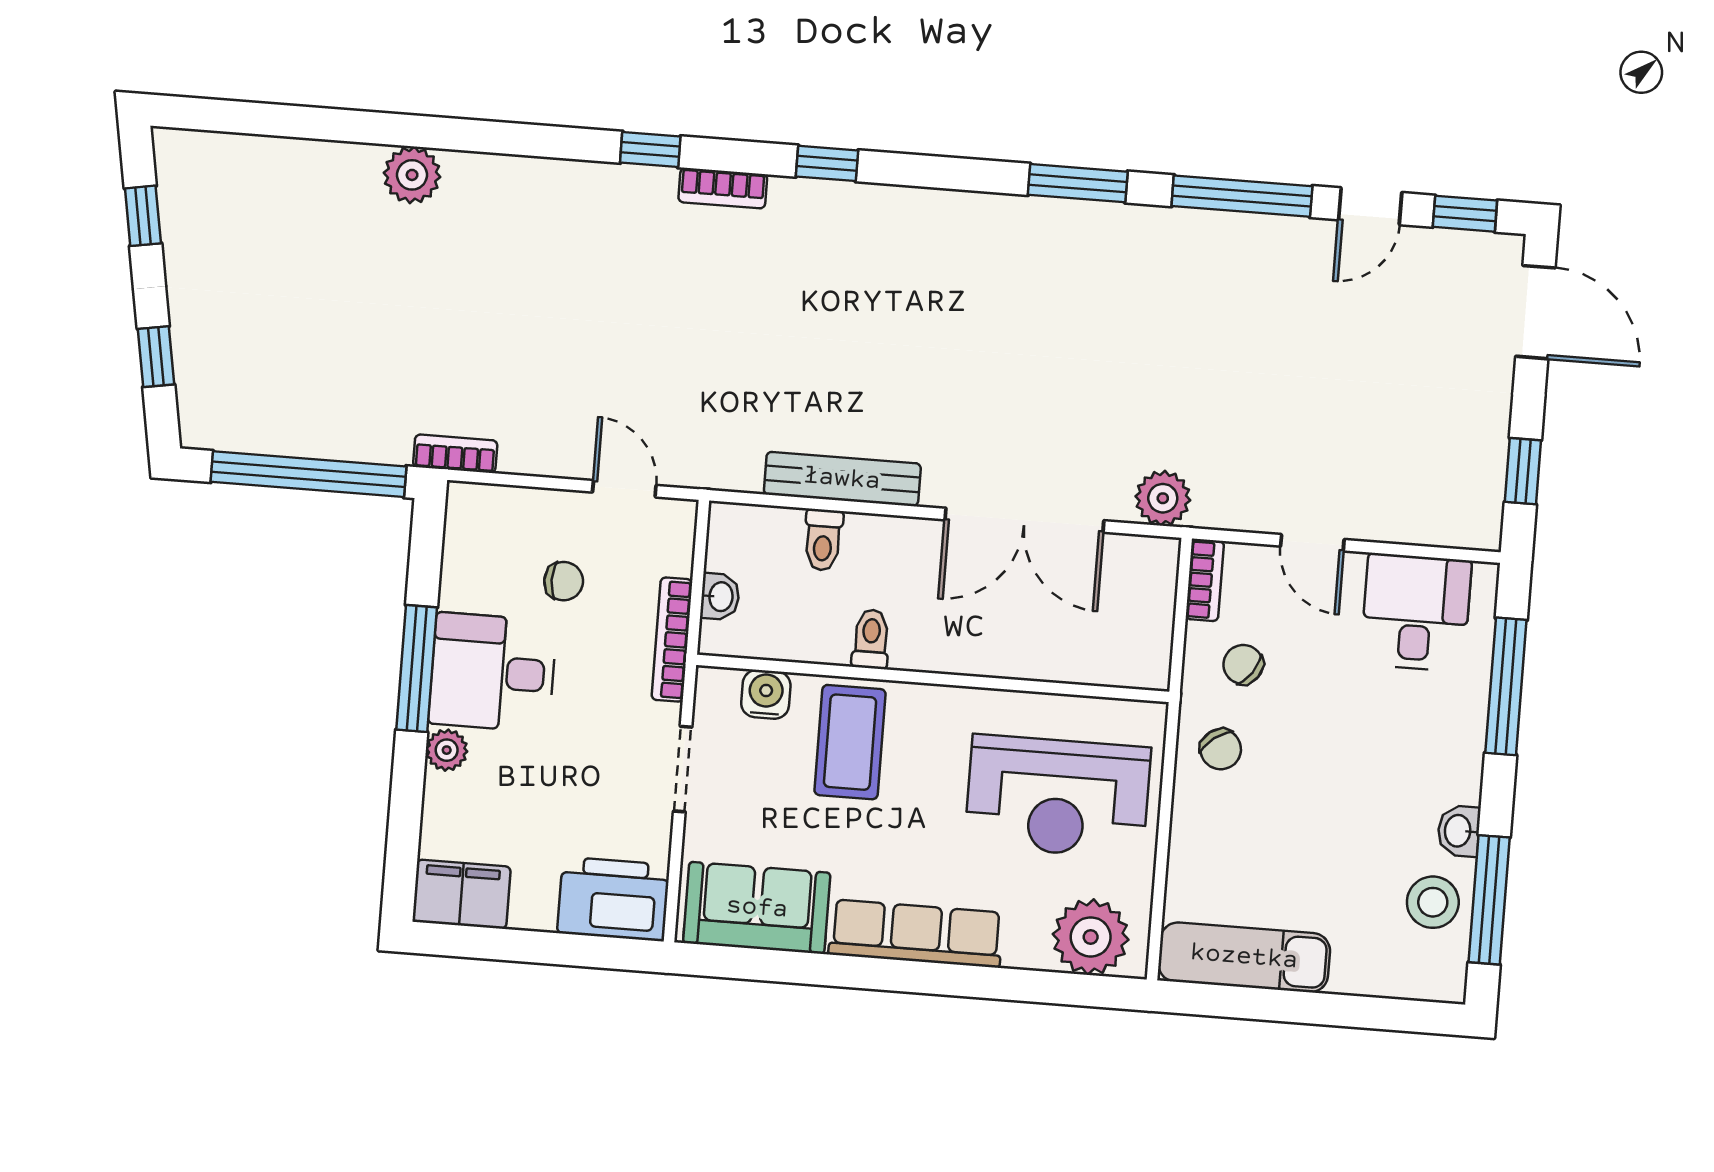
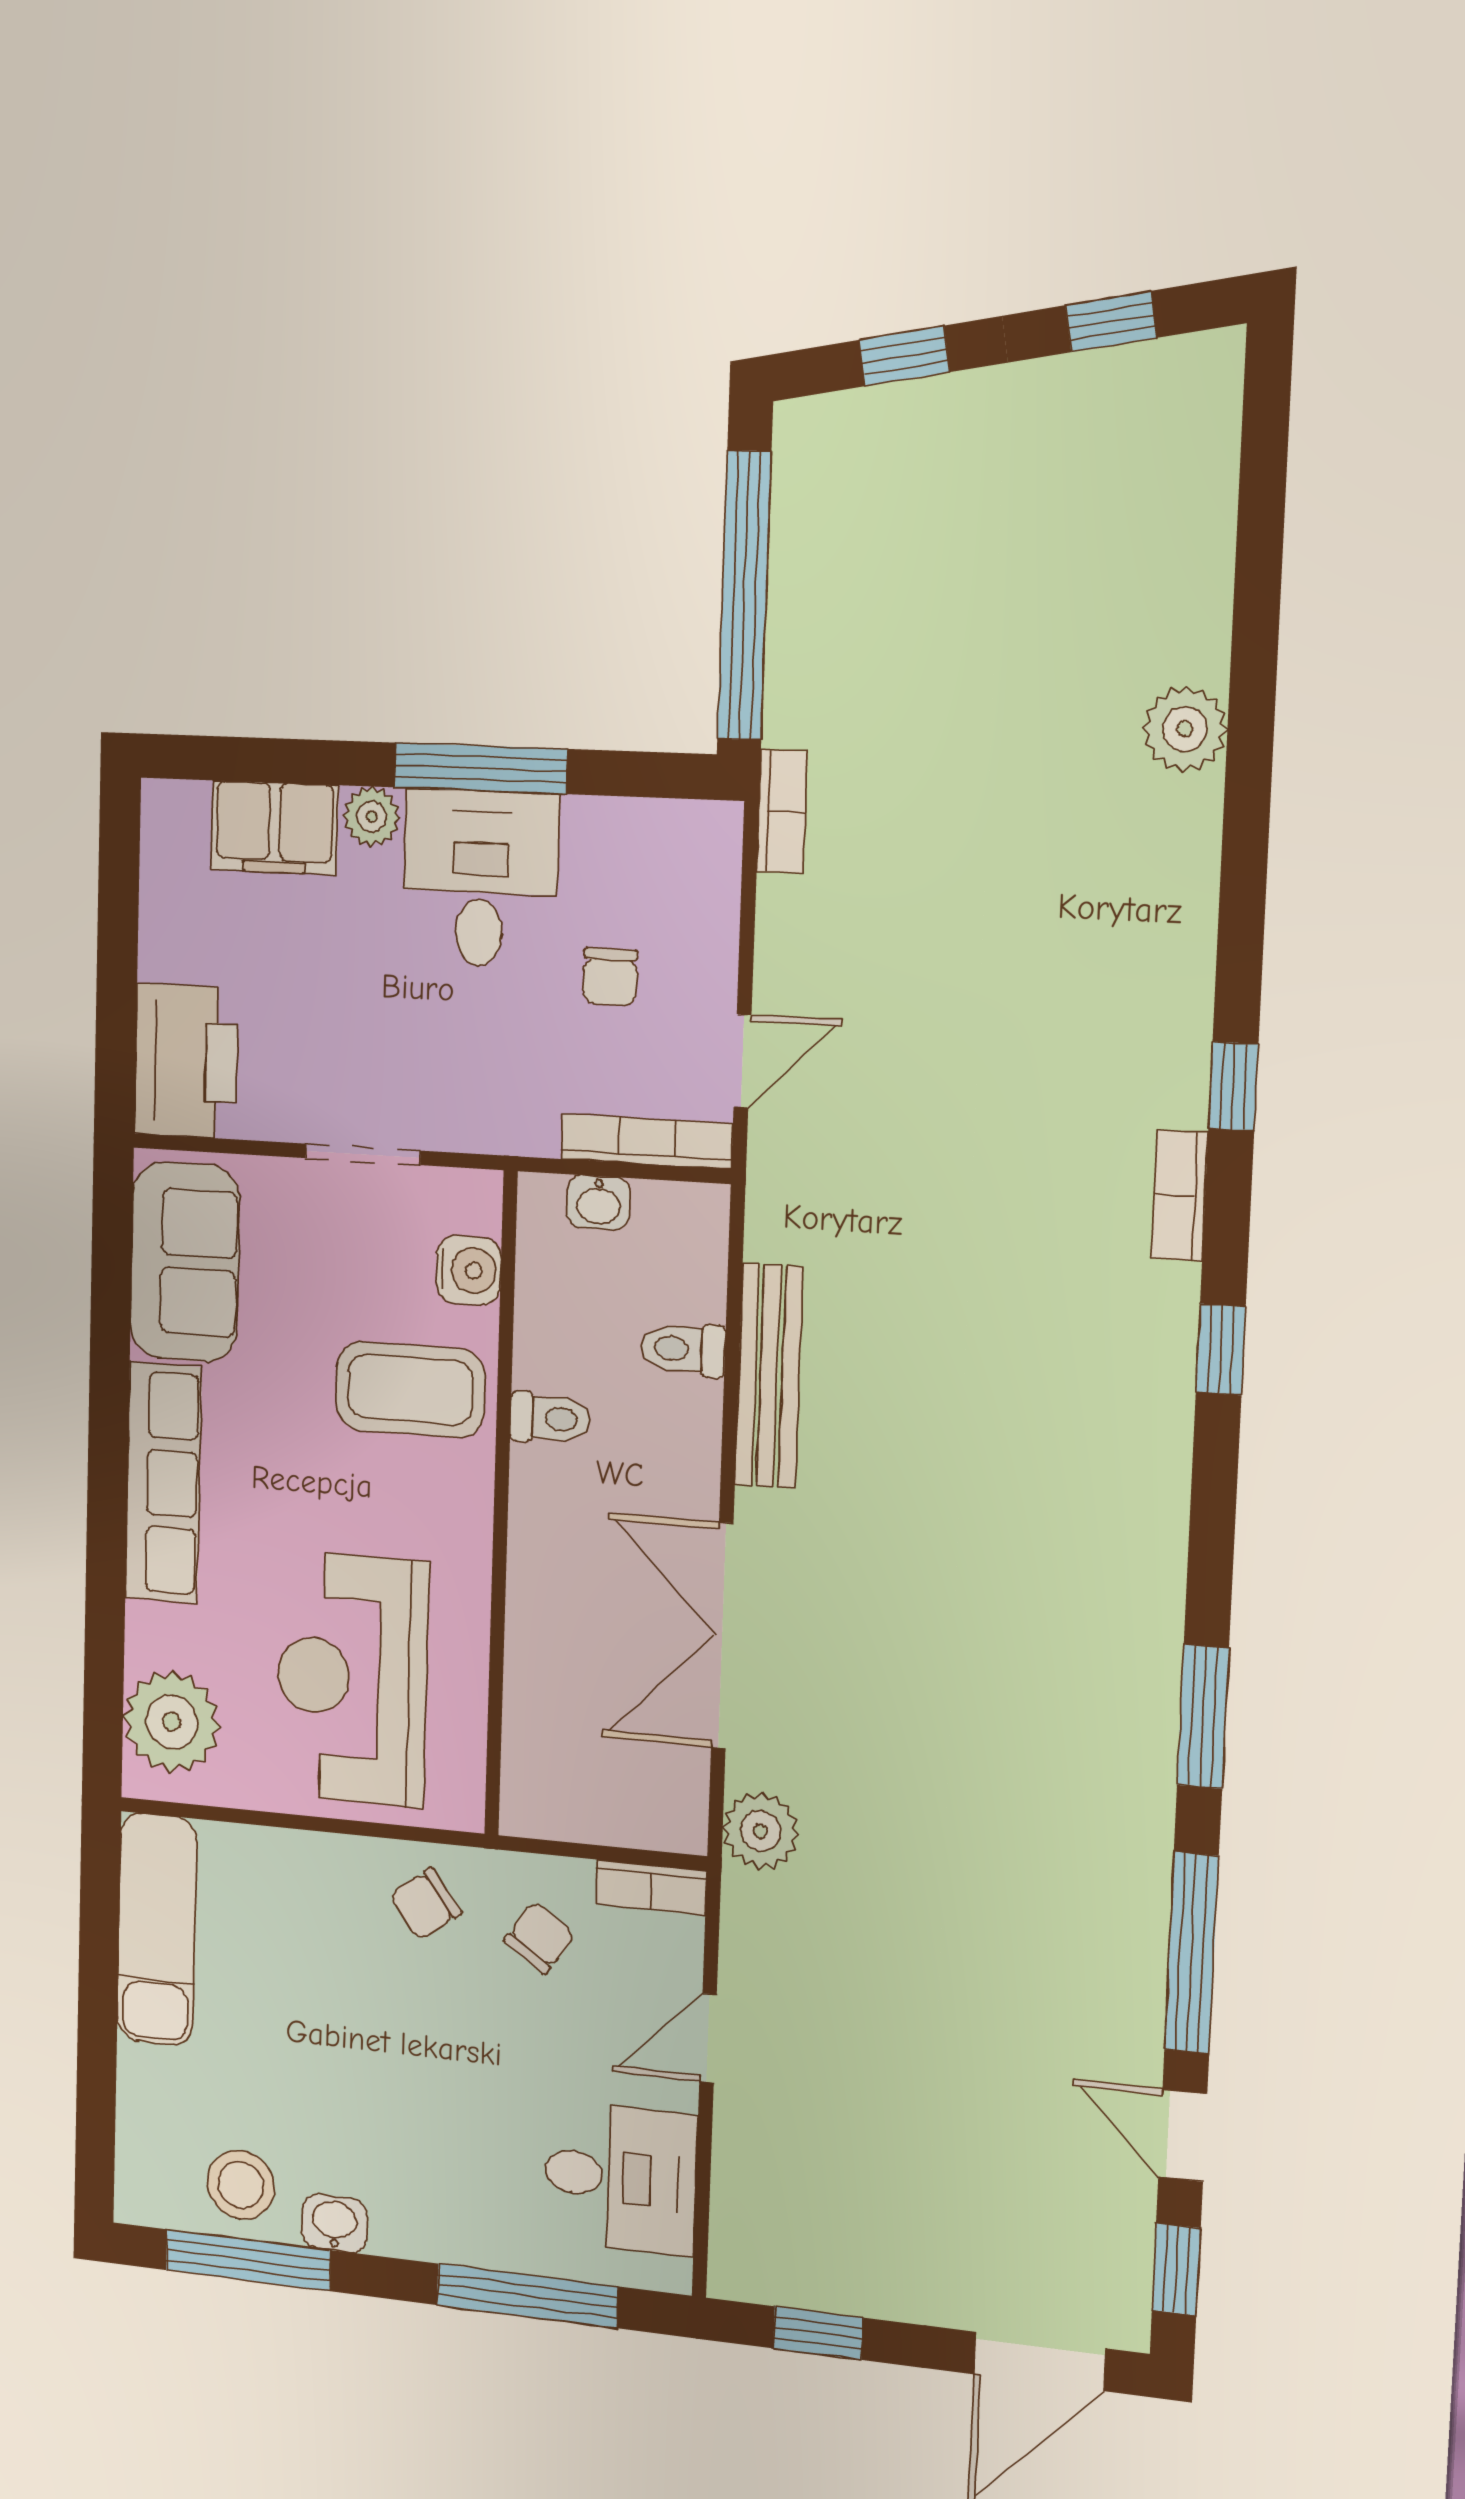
bookcase: (672, 640) -> (647, 1141), moved
filing cabinet: (462, 894) -> (275, 828), moved, turned 90

